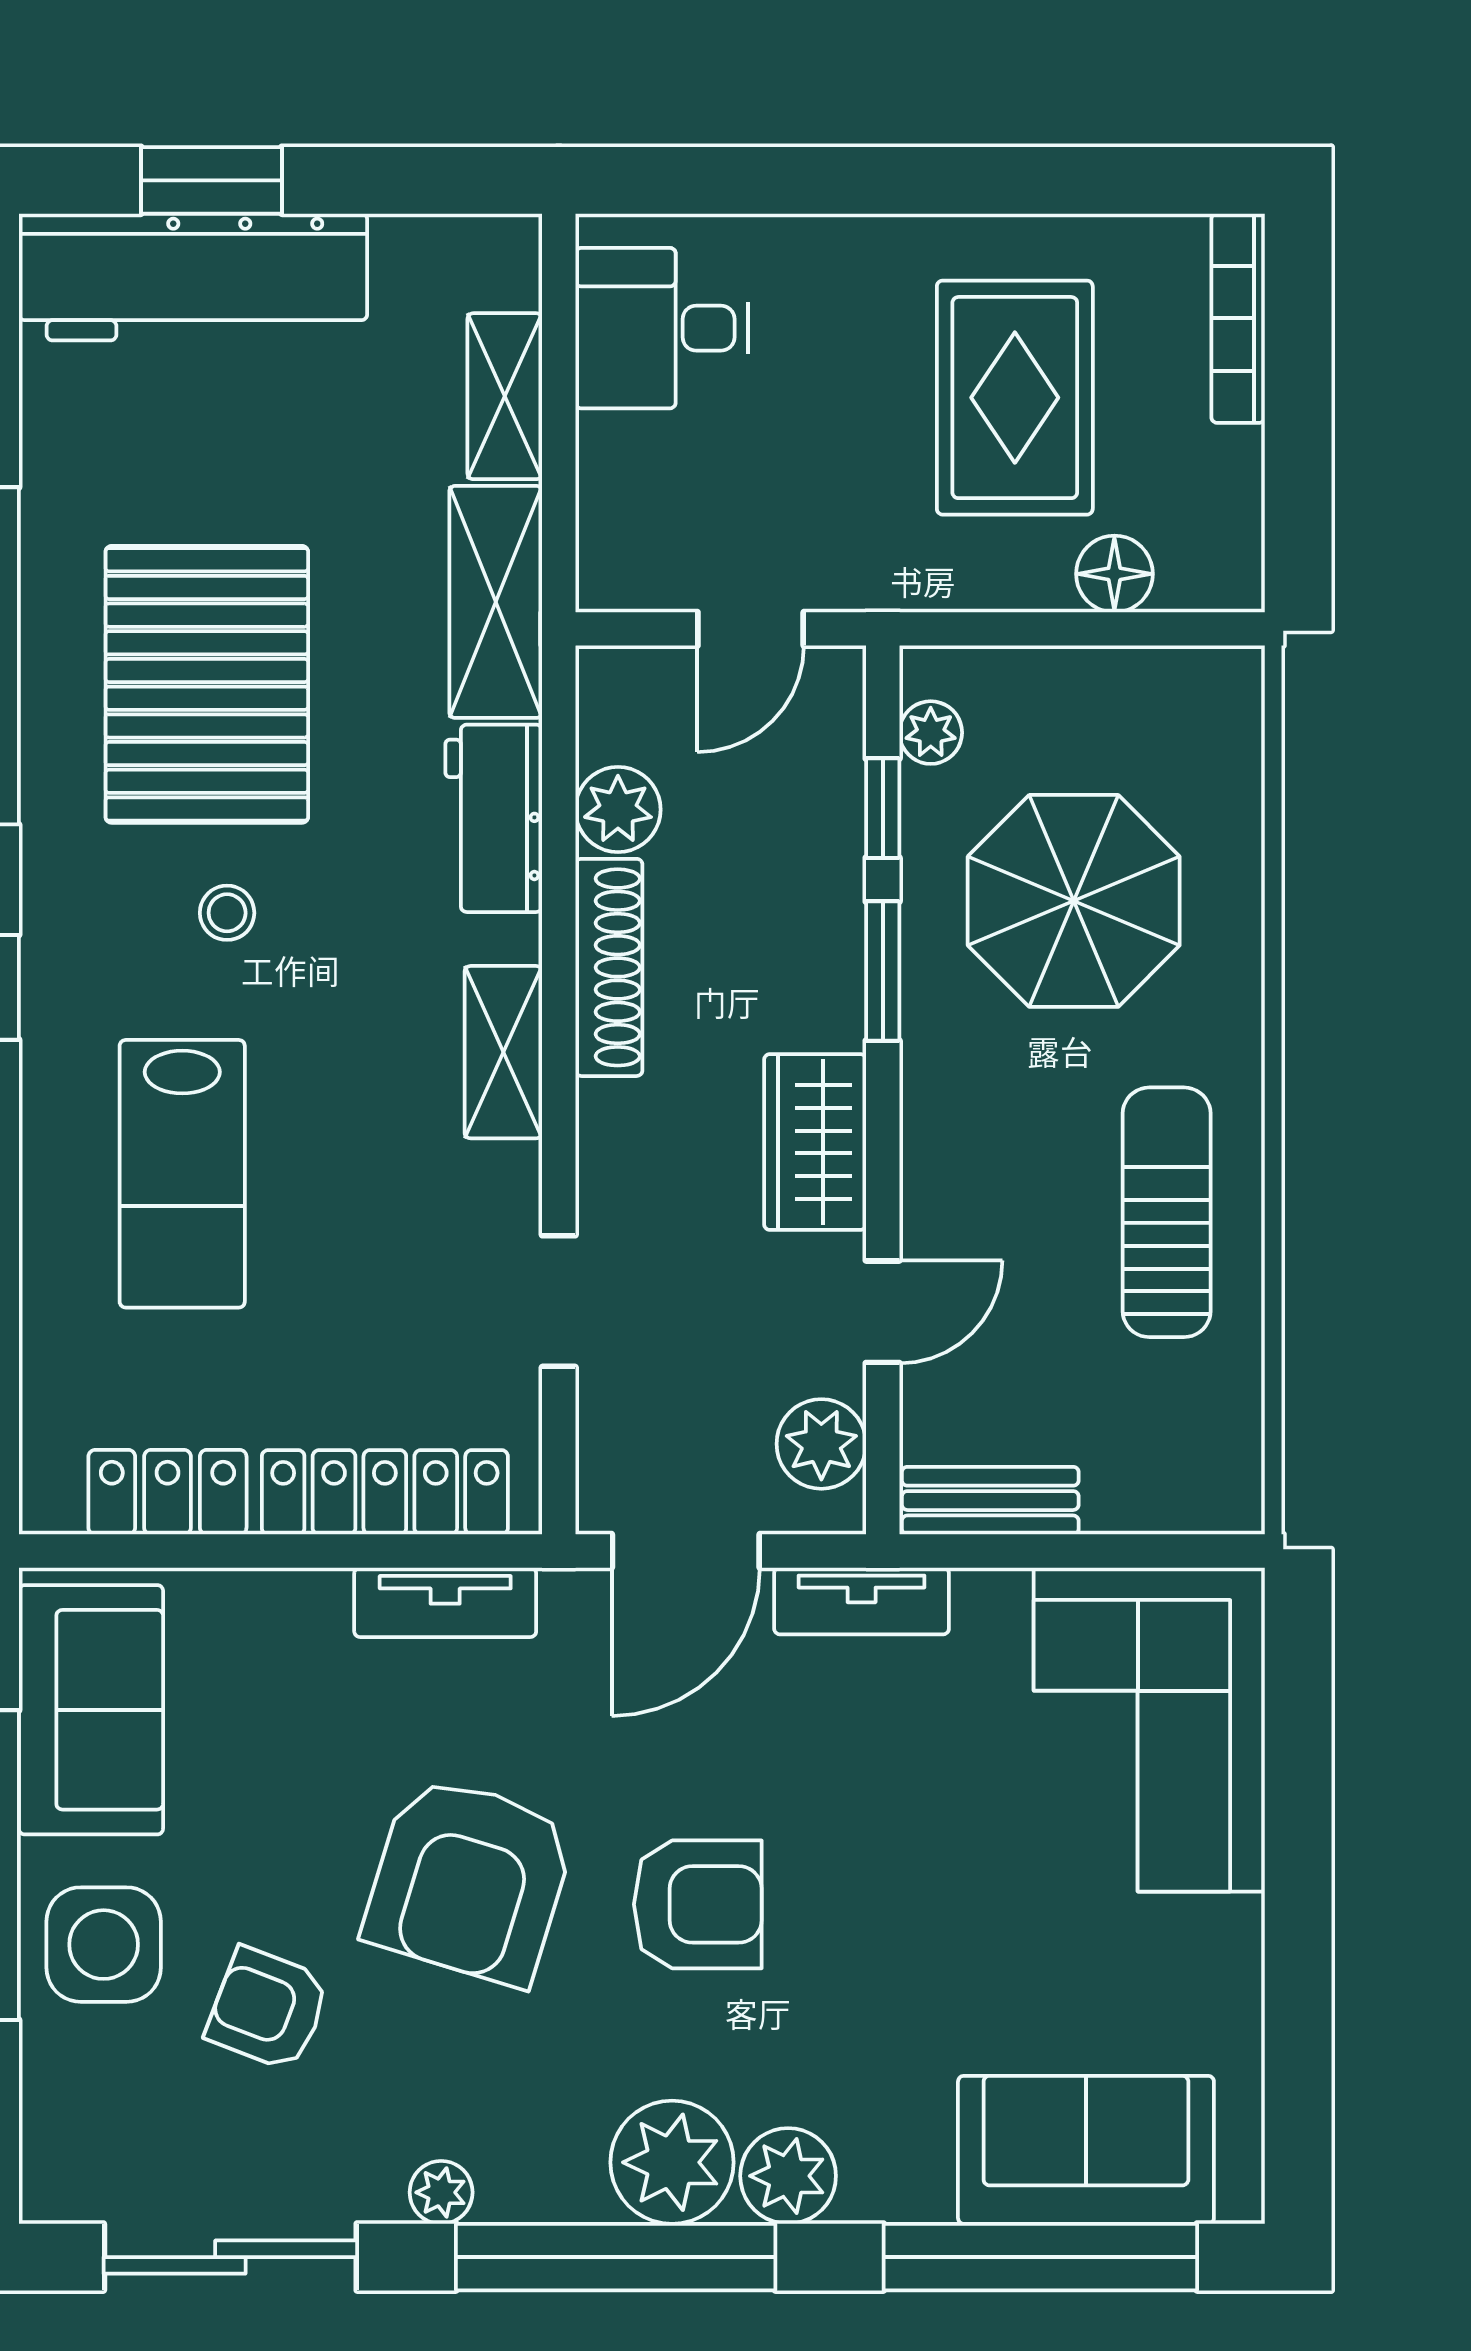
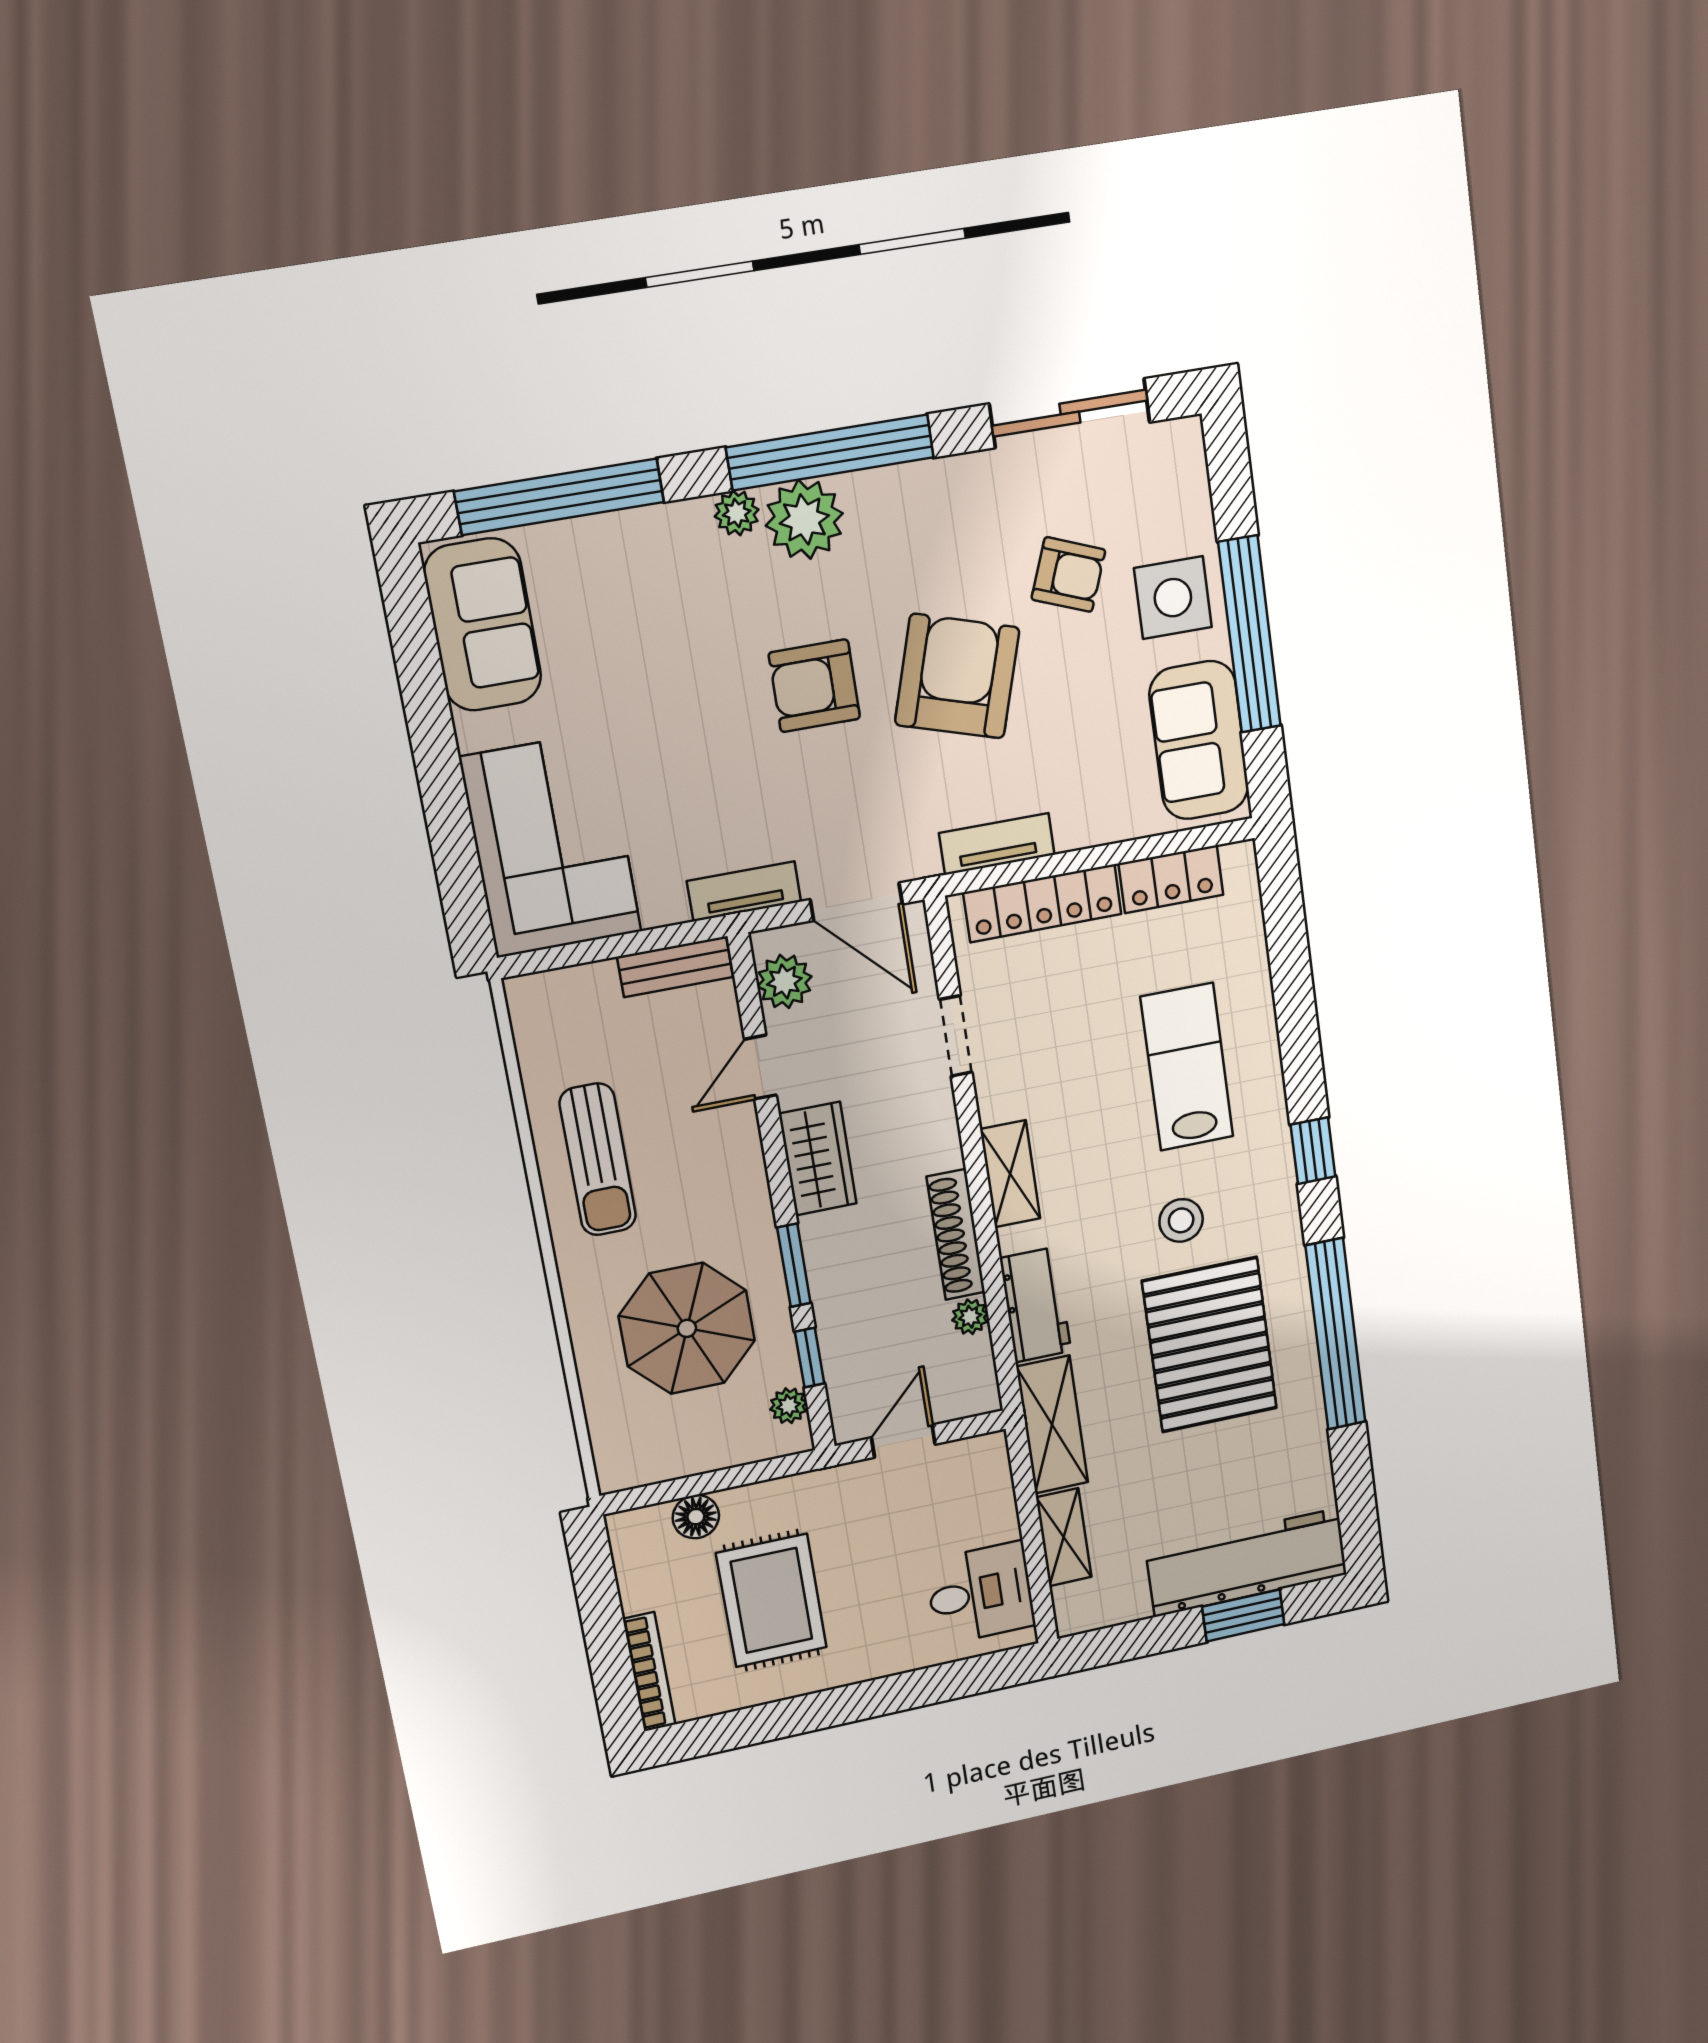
plant: (618, 810) -> (970, 1317), width x0.73, depth x0.73
stool: (227, 913) -> (1181, 1220), width x1.37, depth x1.37
door: (686, 1551) -> (856, 902), swing flipped
sofa: (1086, 2150) -> (483, 625), moved, turned -90
plant: (788, 2176) -> (737, 513), width x0.73, depth x0.73
plant: (441, 2192) -> (946, 476), removed

